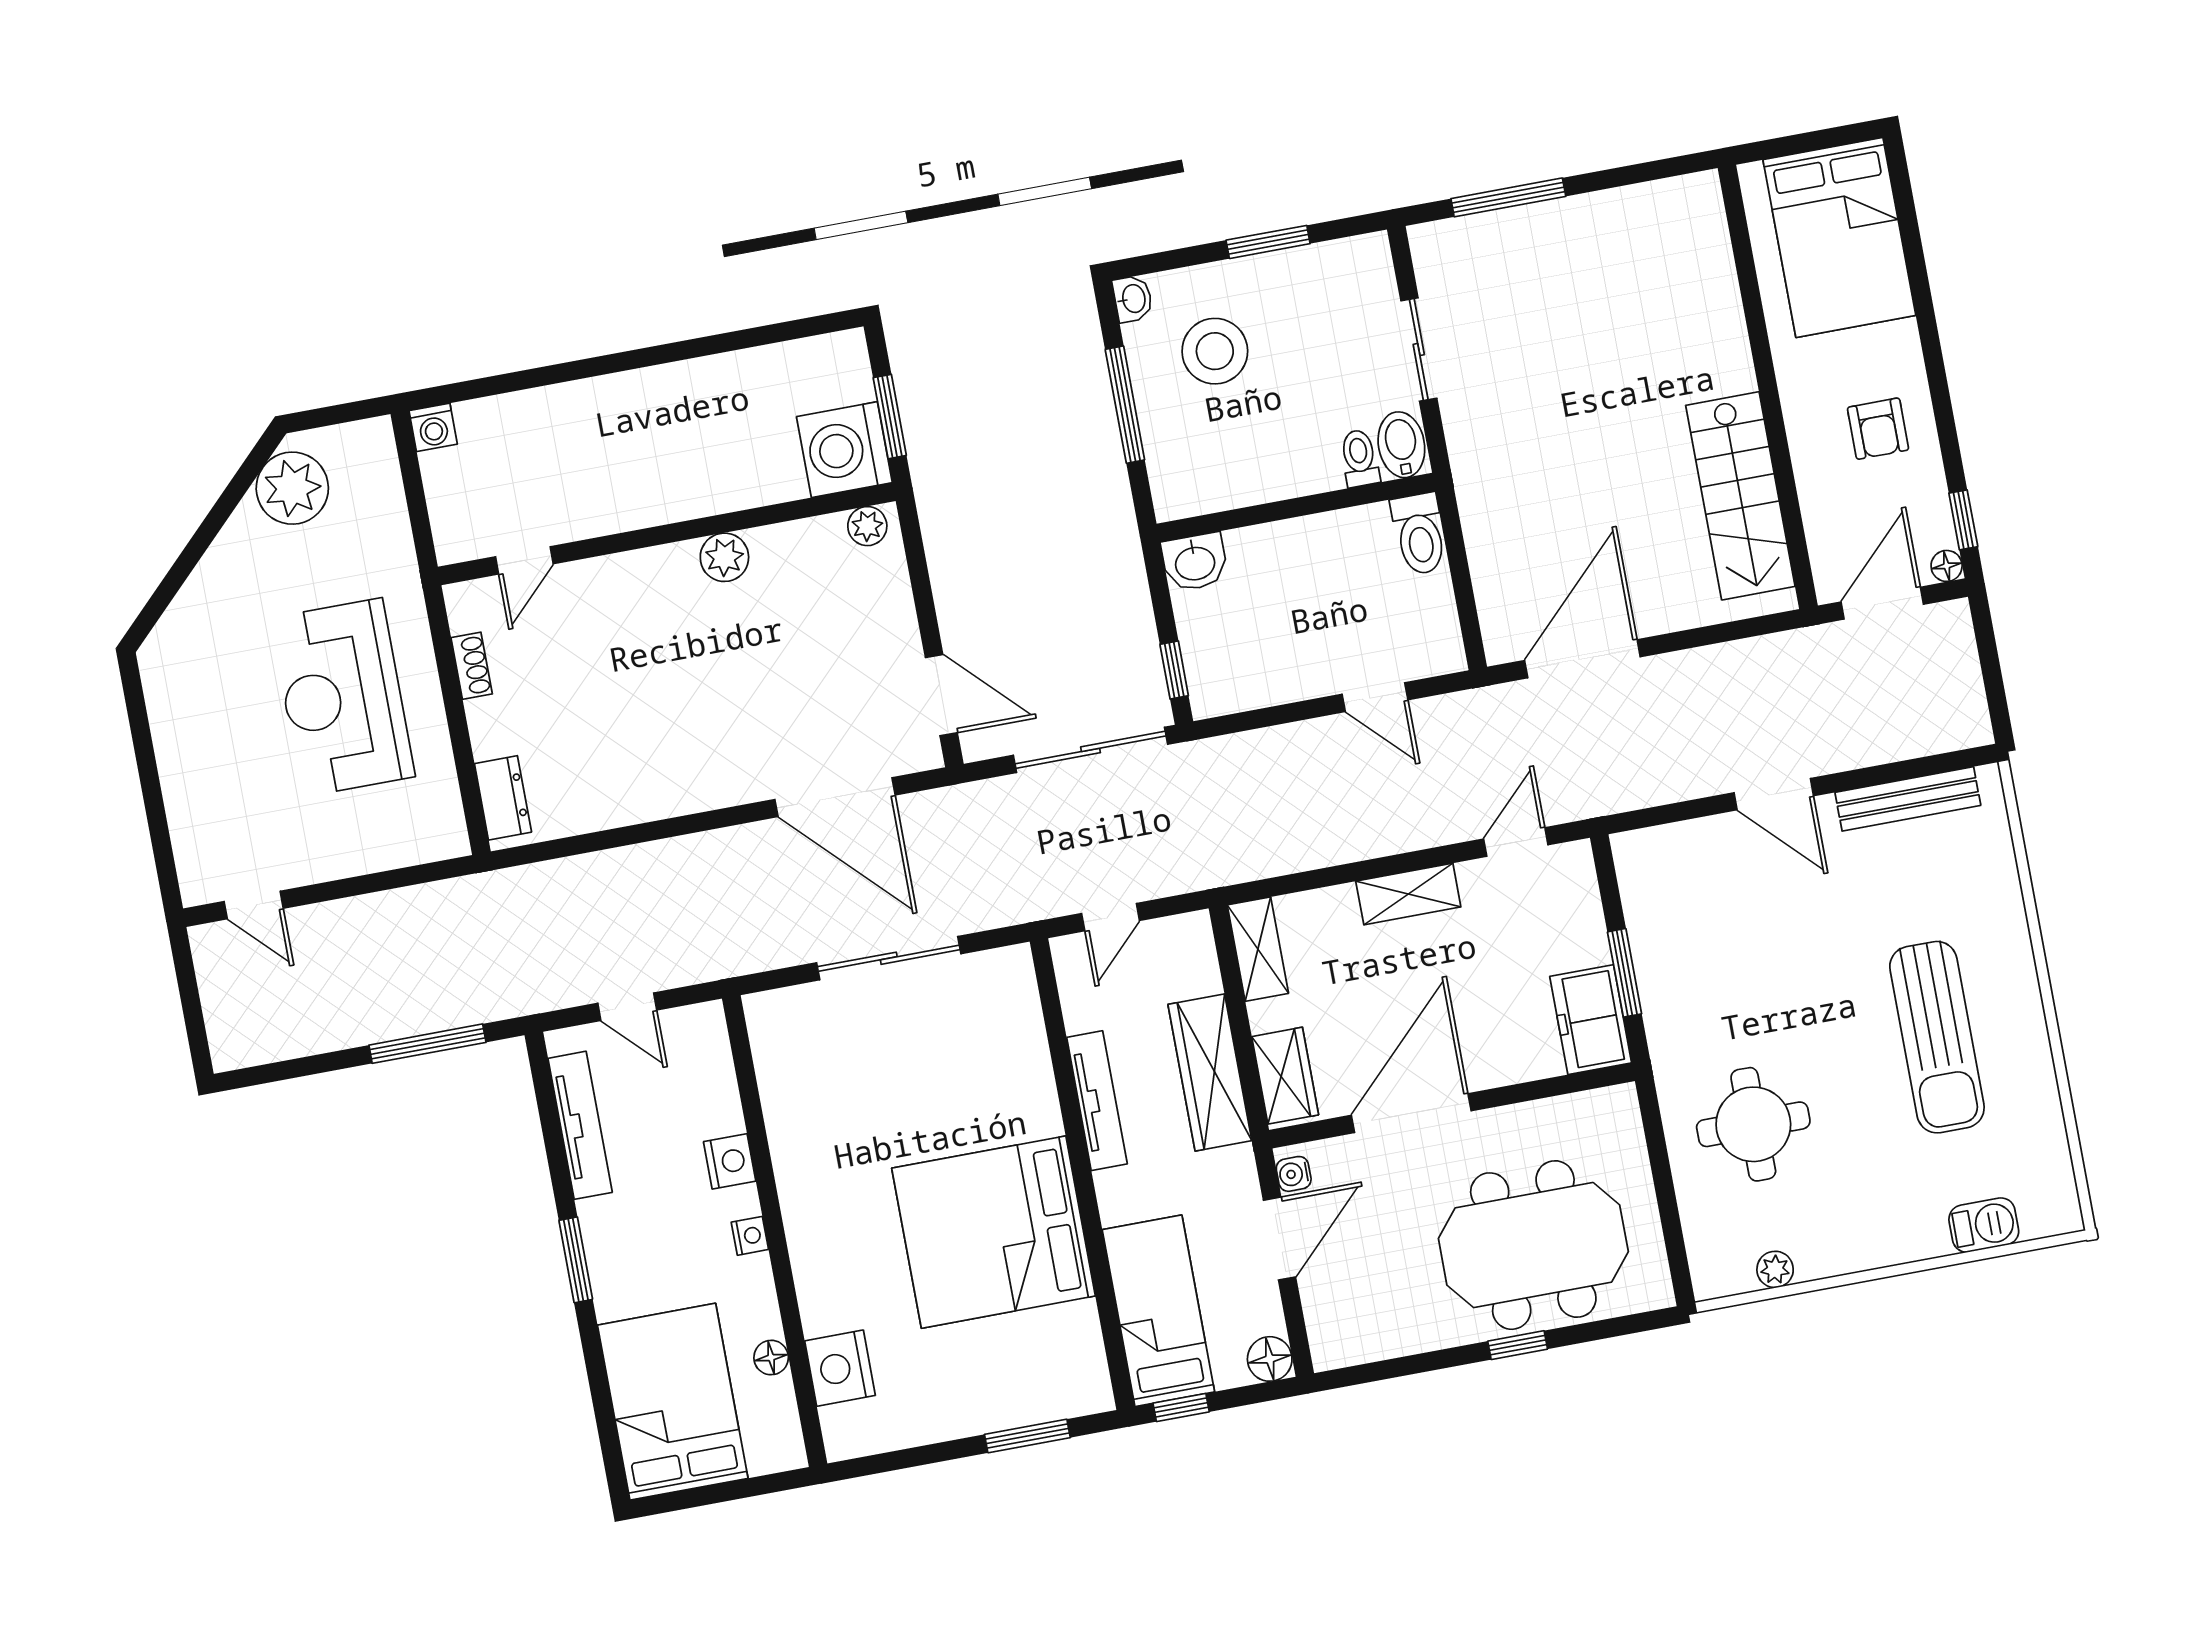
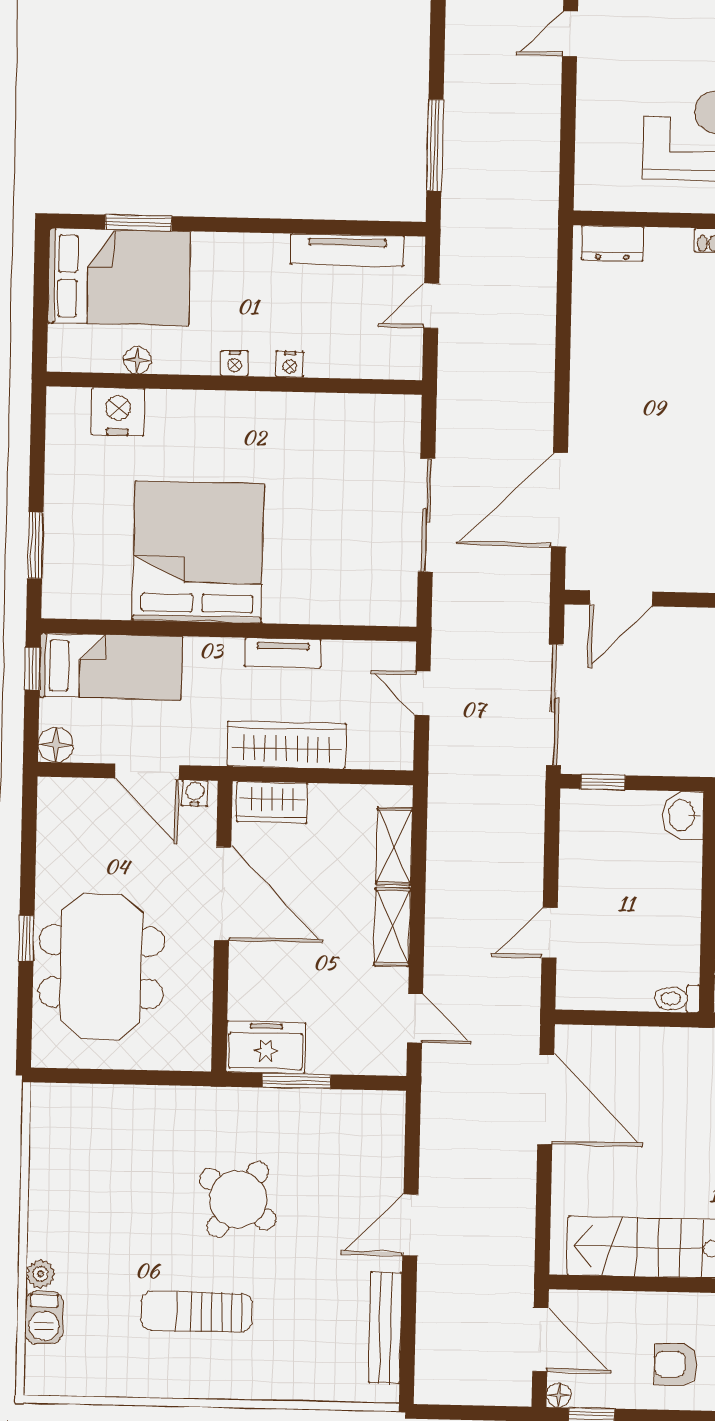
toilet: (1419, 534) -> (677, 999), width x0.73, depth x0.72
shelving: (1258, 949) -> (394, 846), moved, turned 90
sun lounger: (1937, 1037) -> (197, 1312), width x0.73, depth x0.75
tv unit: (1097, 1101) -> (283, 653), width x0.71
round table: (1753, 1124) -> (238, 1199), moved, turned 35
nightstand: (730, 1161) -> (290, 364), width x0.72, depth x0.74
window: (576, 1260) -> (139, 223), moved
plant: (1775, 1269) -> (40, 1274), moved

